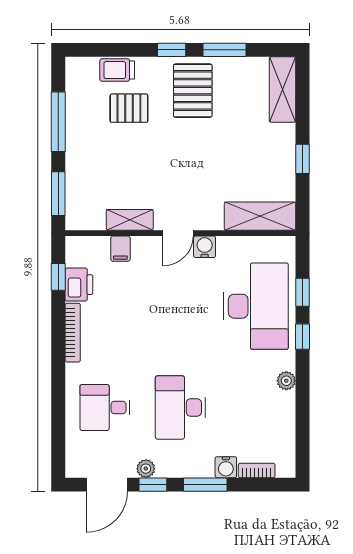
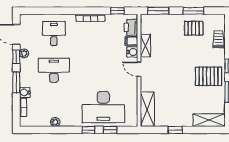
pallet: (129, 108) -> (194, 28), moved, turned 90
window: (58, 122) -> (193, 11), width x0.69
water cooler: (205, 247) -> (132, 52), moved
printer: (79, 285) -> (131, 27), moved, turned 90
plant: (286, 381) -> (55, 122), moved

